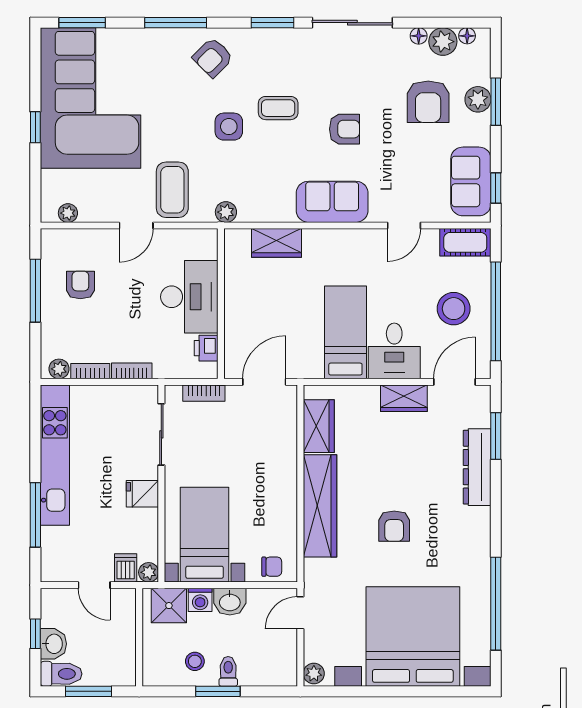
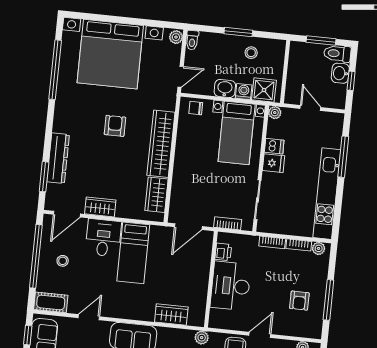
stool: (454, 309) -> (63, 261), width x0.53, depth x0.53
dishwasher: (126, 568) -> (274, 146), moved, turned -90
toilet: (228, 671) -> (192, 40), moved

